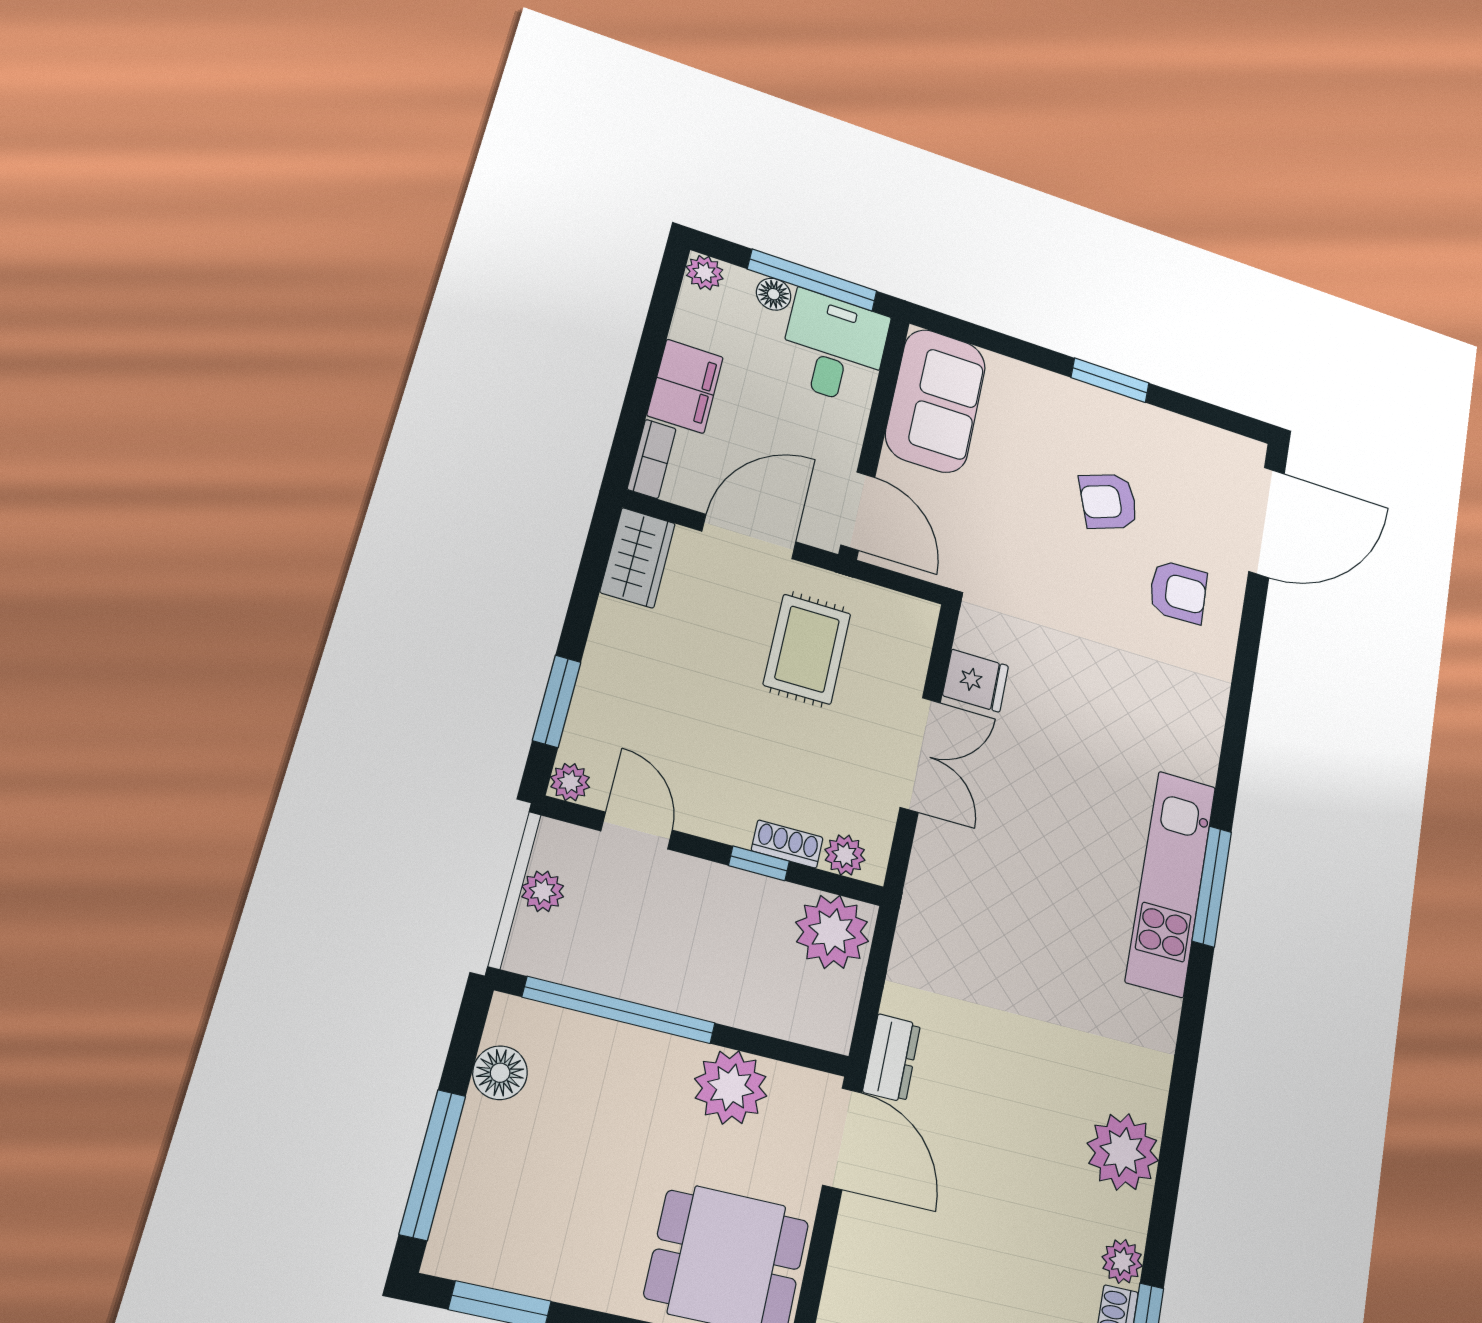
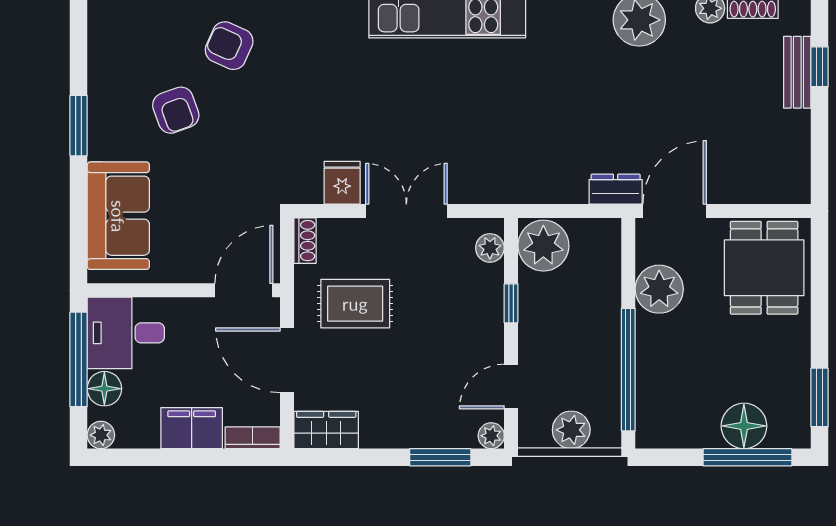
floor lamp: (774, 294) -> (104, 389), width x1.37, depth x1.37
sofa: (936, 401) -> (118, 216), moved, turned 90
armchair: (1178, 592) -> (229, 46), turned -64
shoe rack: (787, 844) -> (305, 241), moved, turned 180
plant: (543, 891) -> (571, 430), width x1.38, depth x1.38
floor lamp: (500, 1073) -> (744, 426), moved, width x1.38, depth x1.38

